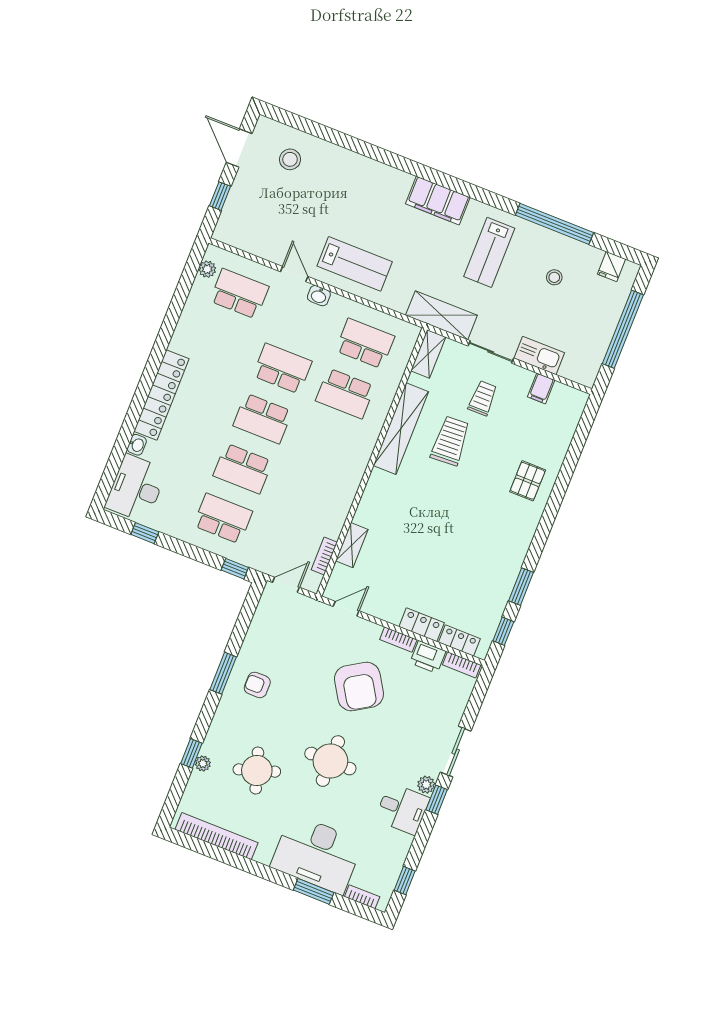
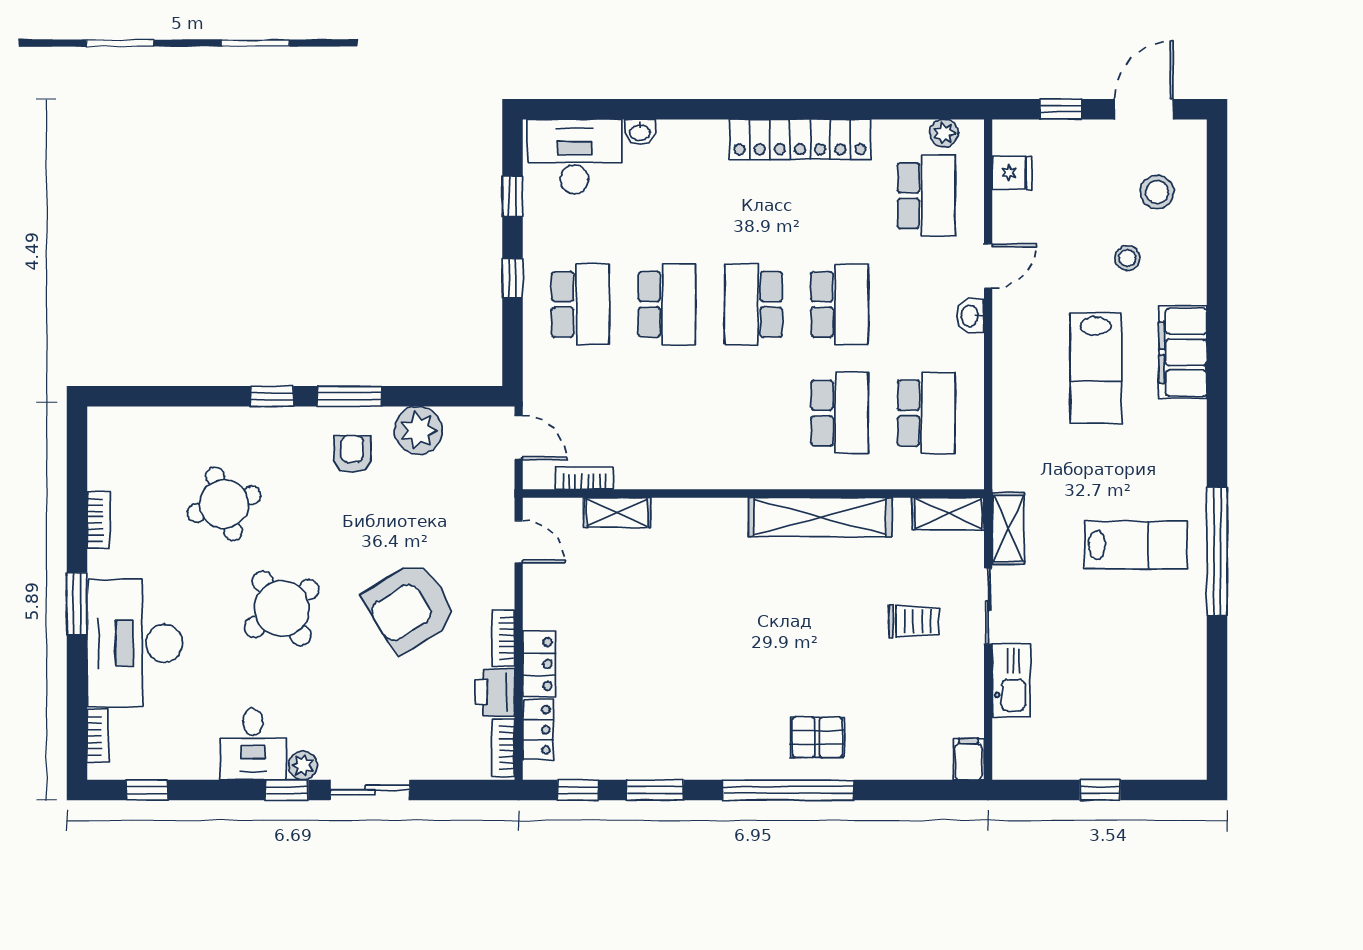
filing cabinet: (438, 201) -> (1183, 352), moved
window: (554, 224) -> (1217, 551), moved
lab bench: (489, 252) -> (1136, 545), turned 180
lab bench: (355, 264) -> (1096, 368), moved
fridge: (611, 267) -> (1012, 173), moved, turned 180
stool: (554, 277) -> (1127, 258), moved
shelving: (441, 315) -> (1008, 529), width x0.67, depth x0.75
window: (623, 329) -> (1100, 790), width x0.32
filing cabinet: (541, 388) -> (968, 759), moved, turned 90
school desk: (345, 393) -> (840, 413), turned 180
locker: (161, 395) -> (800, 139), moved
trolley: (450, 441) -> (831, 598), removed
school desk: (243, 469) -> (667, 304), turned 180
window: (551, 510) -> (788, 790), added
window: (235, 569) -> (513, 278), moved
window: (191, 753) -> (272, 396), moved
round table: (330, 761) -> (282, 608), turned -35
plant: (203, 763) -> (418, 430), moved, width x1.87, depth x1.87
bookcase: (216, 836) -> (98, 520), width x0.43, depth x0.76
window: (314, 891) -> (77, 604), moved

